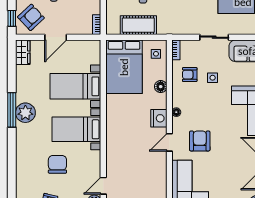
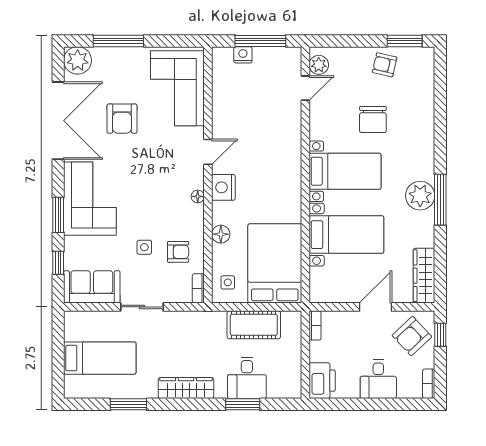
wardrobe: (23, 52) -> (424, 276), width x1.50
armchair: (200, 141) -> (122, 119), moved

